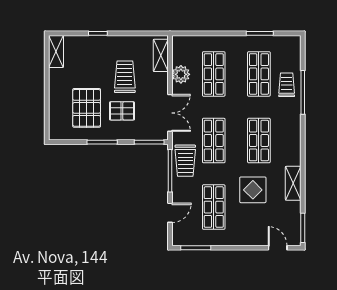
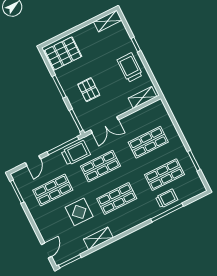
plant: (181, 74) -> (136, 119), removed
trolley: (125, 77) -> (130, 68), moved, turned -90
pallet: (87, 108) -> (63, 53), moved
trolley: (185, 161) -> (76, 153), turned 180
door: (170, 213) -> (33, 161), hinge flipped

